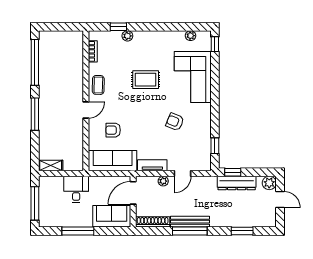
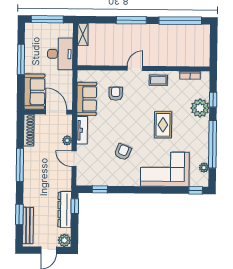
window: (166, 27) -> (213, 144), added
plant: (127, 36) -> (200, 108), width x1.88, depth x1.88
door: (86, 110) -> (135, 68), swing flipped
sofa: (113, 161) -> (87, 99), width x0.73
desk: (76, 189) -> (60, 54), width x1.37
bench: (190, 222) -> (28, 226), moved

